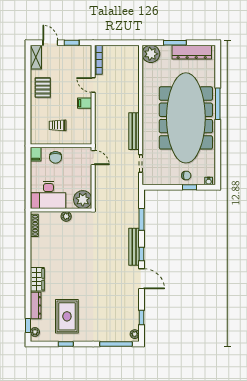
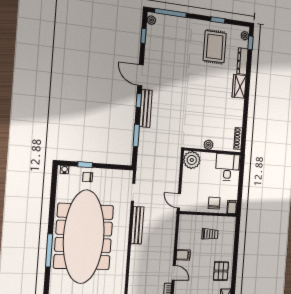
desk: (48, 195) -> (227, 167), width x0.73

